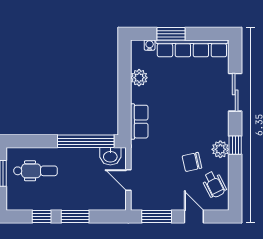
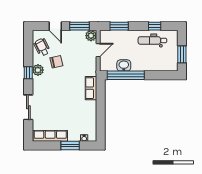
row of seats: (192, 48) -> (50, 136), width x0.73
plant: (139, 78) -> (91, 36), moved
washbasin: (110, 156) -> (124, 65), moved
dental chair: (35, 171) -> (152, 40), moved
door: (128, 180) -> (98, 50), hinge flipped
window: (75, 217) -> (119, 26), moved

